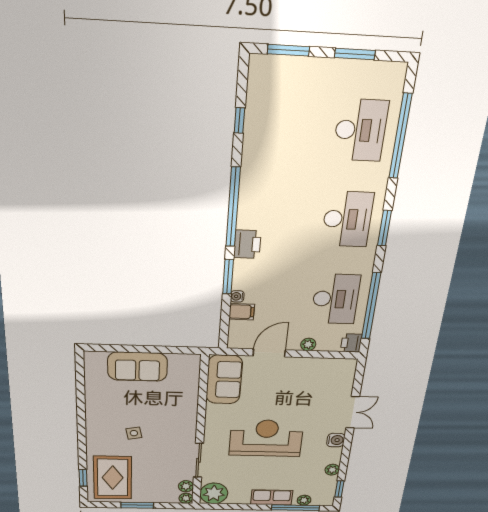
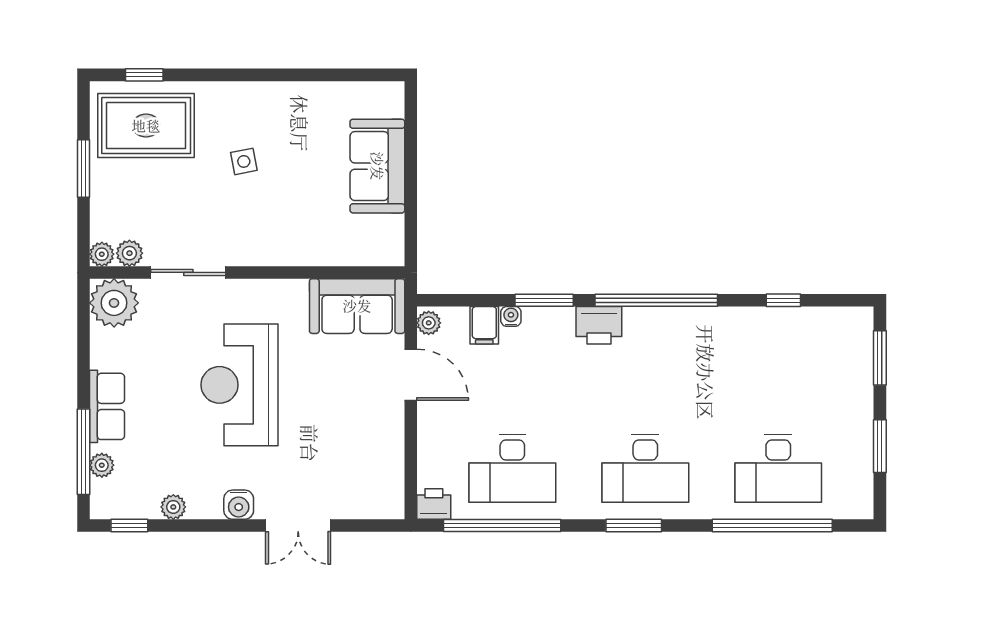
plant: (308, 344) -> (429, 323), moved
reception desk: (266, 438) -> (239, 385), turned 180

